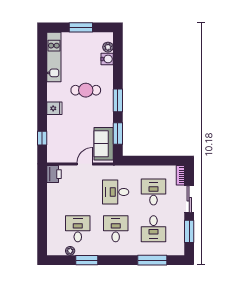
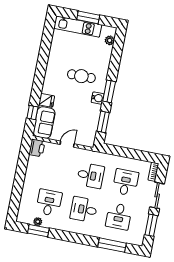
kitchen unit: (54, 57) -> (78, 27), moved, turned 90
water cooler: (107, 59) -> (98, 98), moved
fridge: (54, 108) -> (47, 100), moved
sofa: (104, 144) -> (44, 123), moved, turned 180
desk: (116, 192) -> (91, 176), turned 180
desk: (116, 229) -> (84, 209), turned -90
window: (87, 260) -> (38, 231), moved

